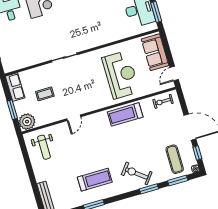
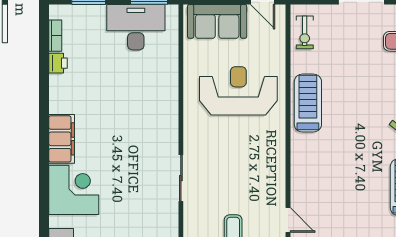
treadmill: (125, 114) -> (308, 103), turned 180
door: (74, 118) -> (288, 220), moved

